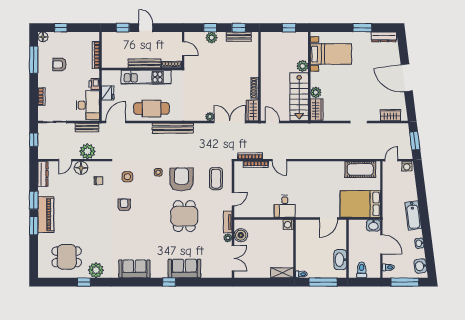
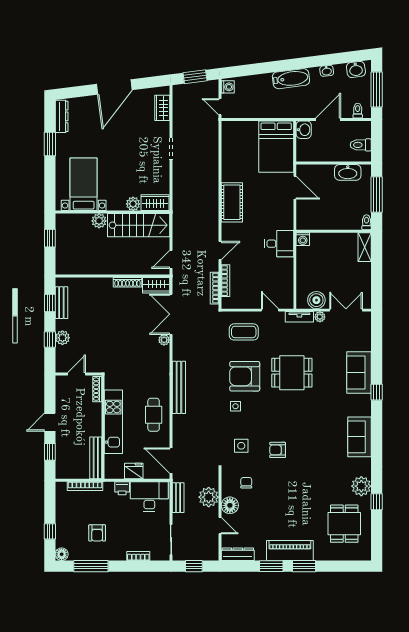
bench: (144, 63) -> (96, 458), moved
cafe table: (152, 108) -> (154, 415), width x0.73, depth x0.74
cot: (360, 169) -> (232, 202), moved

